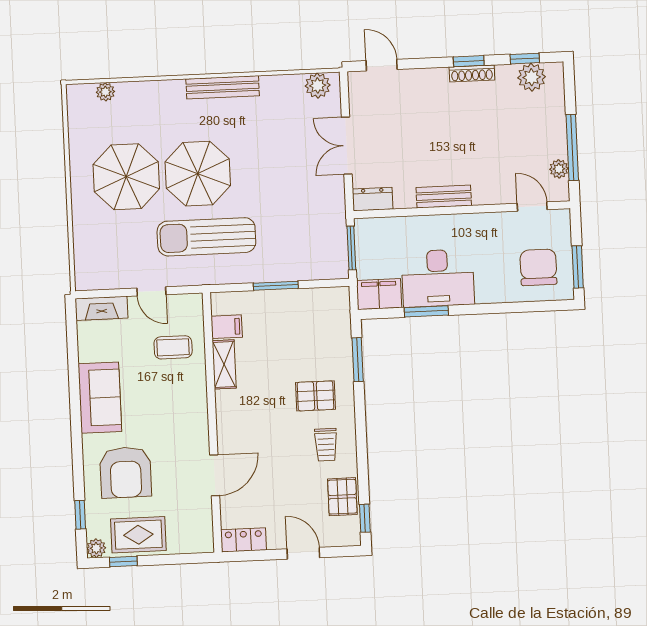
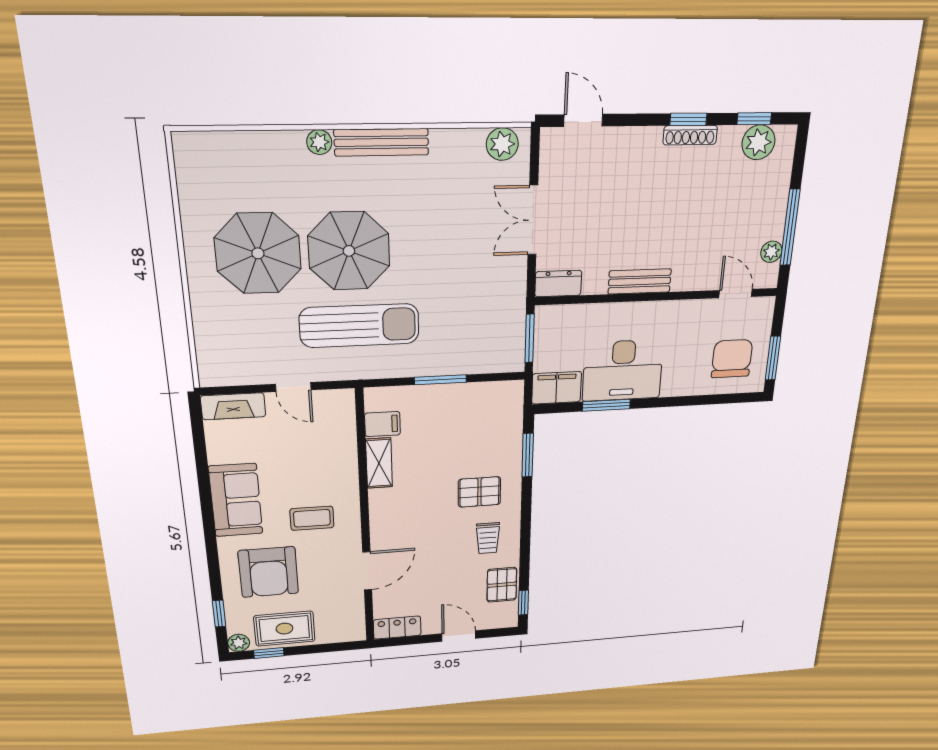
plant: (105, 92) -> (319, 142), moved
sun lounger: (206, 237) -> (359, 326), turned 180
coffee table: (173, 347) -> (312, 518), moved

